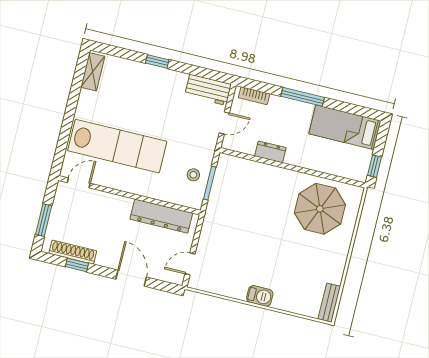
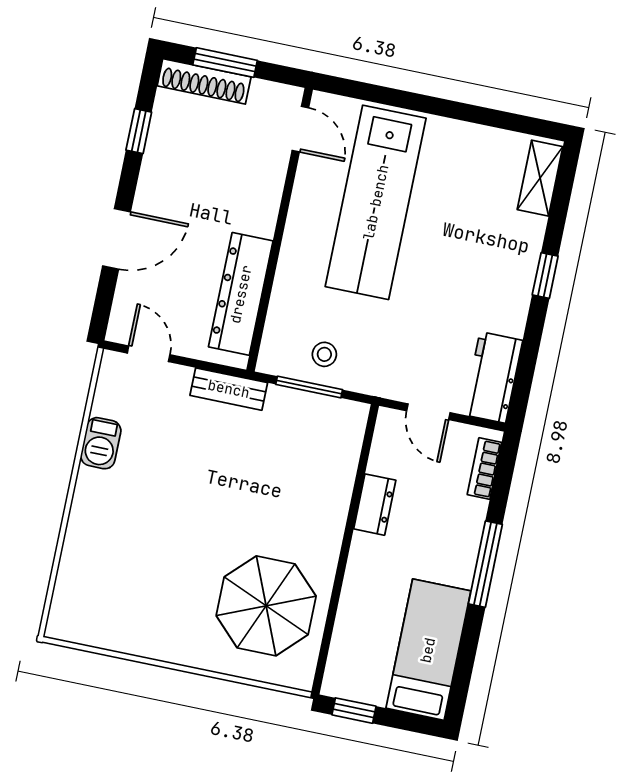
shelving: (93, 72) -> (540, 178), moved, turned 90
shoe rack: (73, 252) -> (204, 81), moved, turned 90
barbecue: (260, 296) -> (101, 443), moved
bench: (329, 303) -> (229, 389), moved

